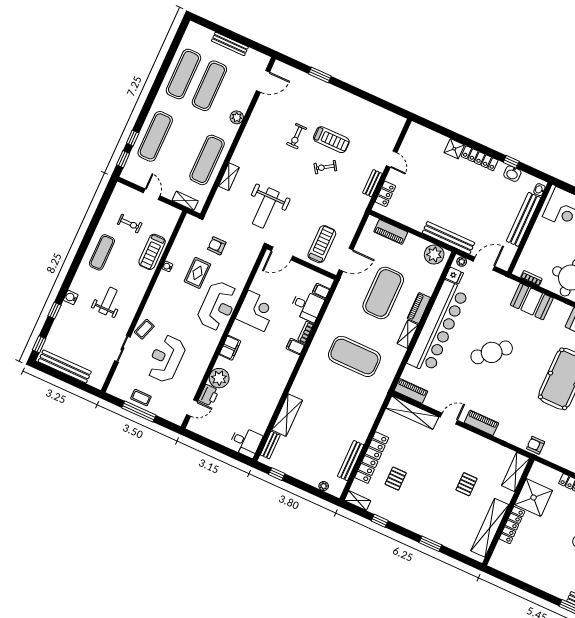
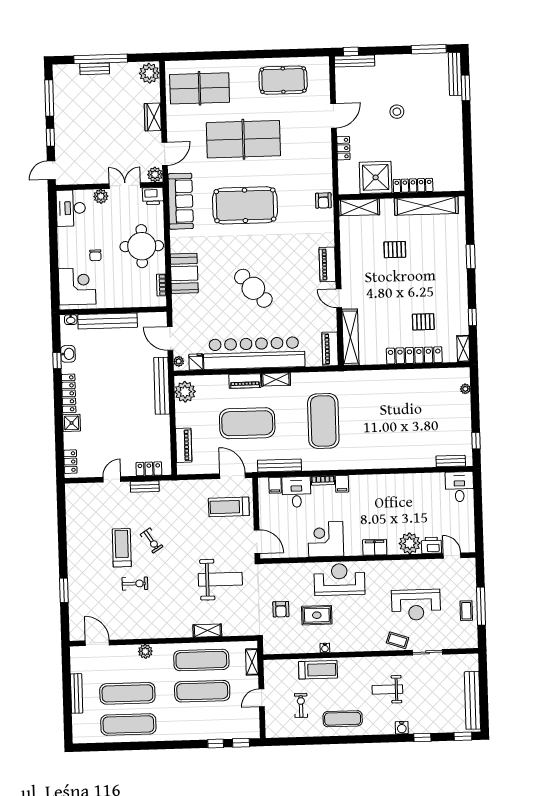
locker: (423, 132) -> (70, 462), added
exercise mat: (155, 136) -> (202, 691), moved
shelving: (287, 415) -> (413, 459), removed
bench: (351, 461) -> (279, 466), moved

